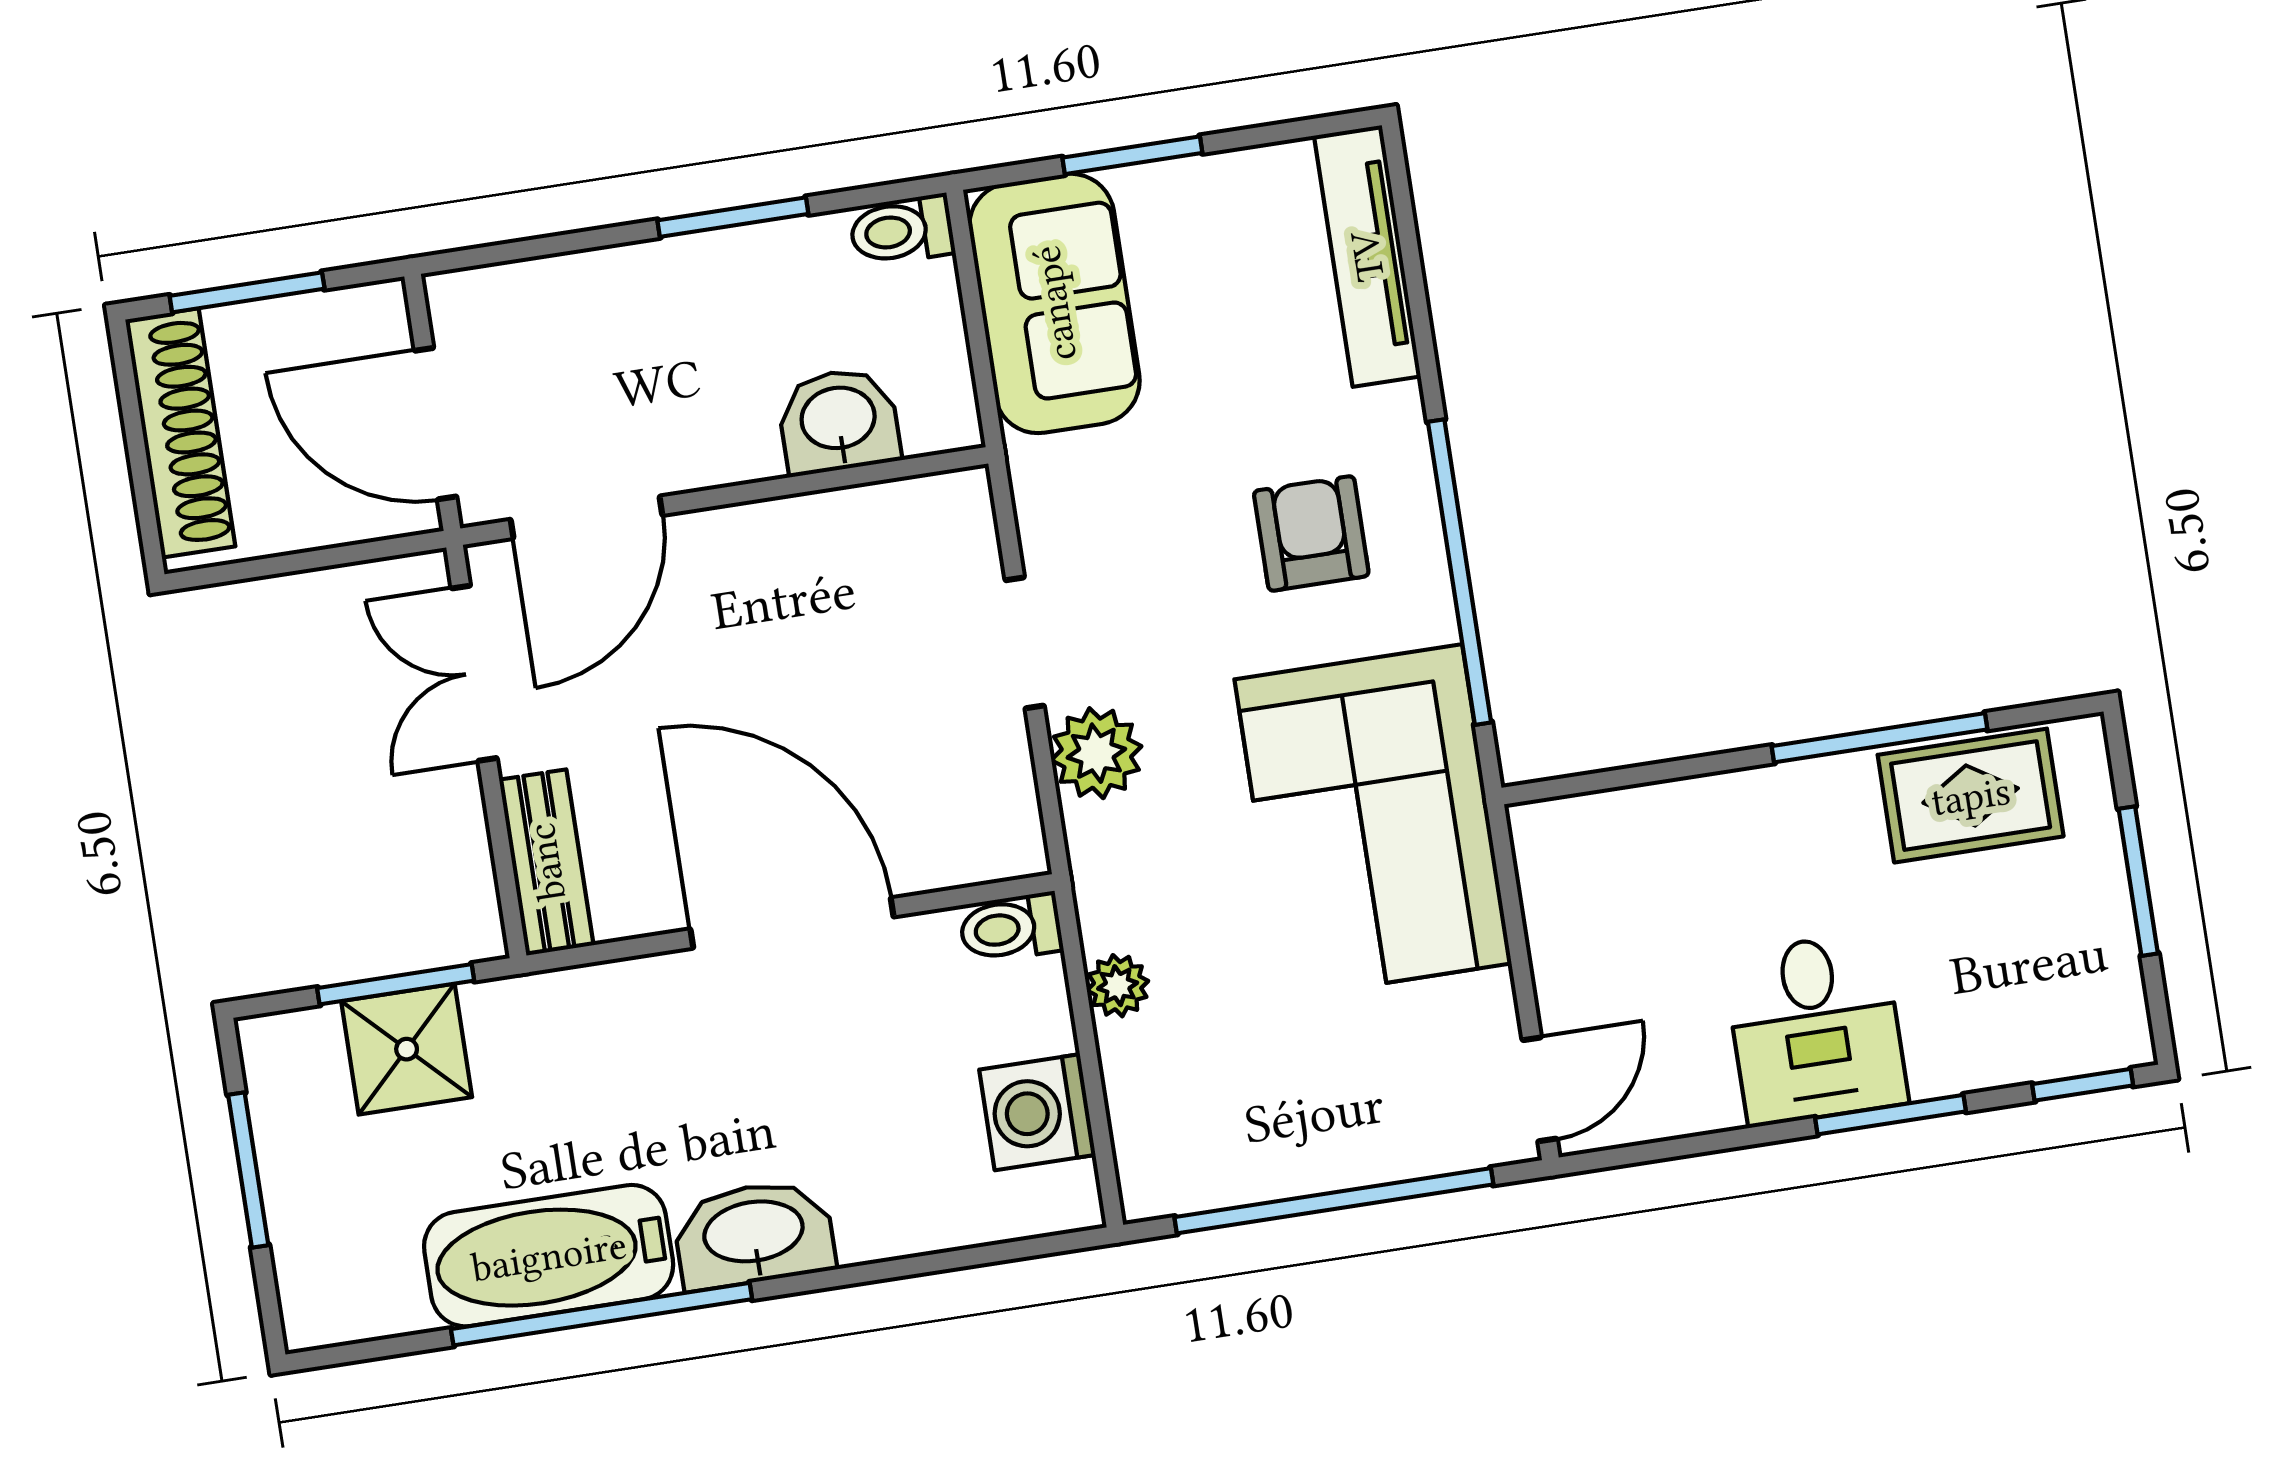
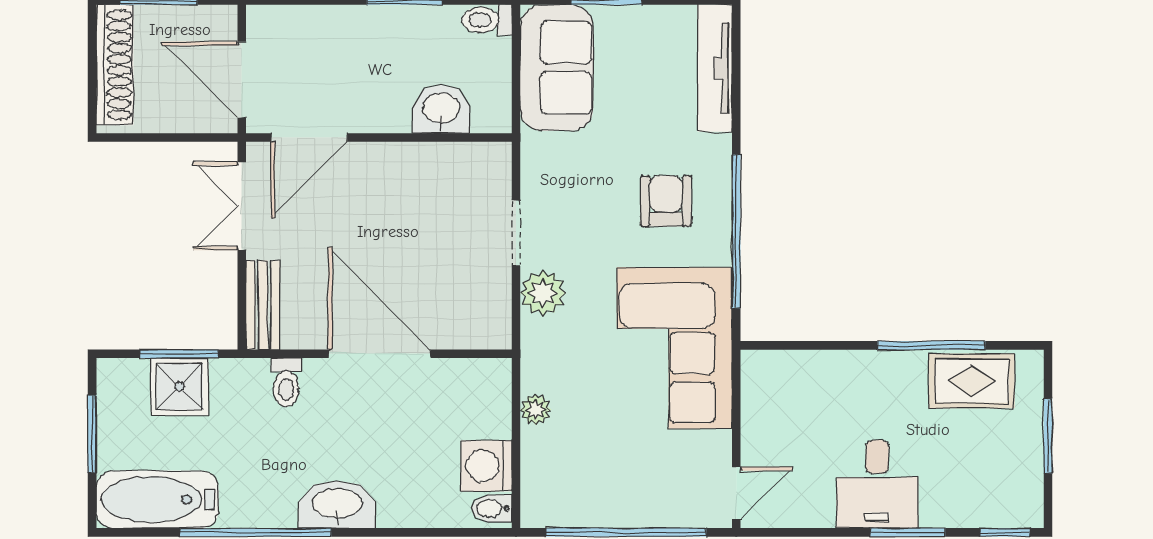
toilet: (1011, 928) -> (286, 382), moved, turned -90
bidet: (1061, 1194) -> (492, 508), added
bathtub: (549, 1256) -> (157, 499), moved

